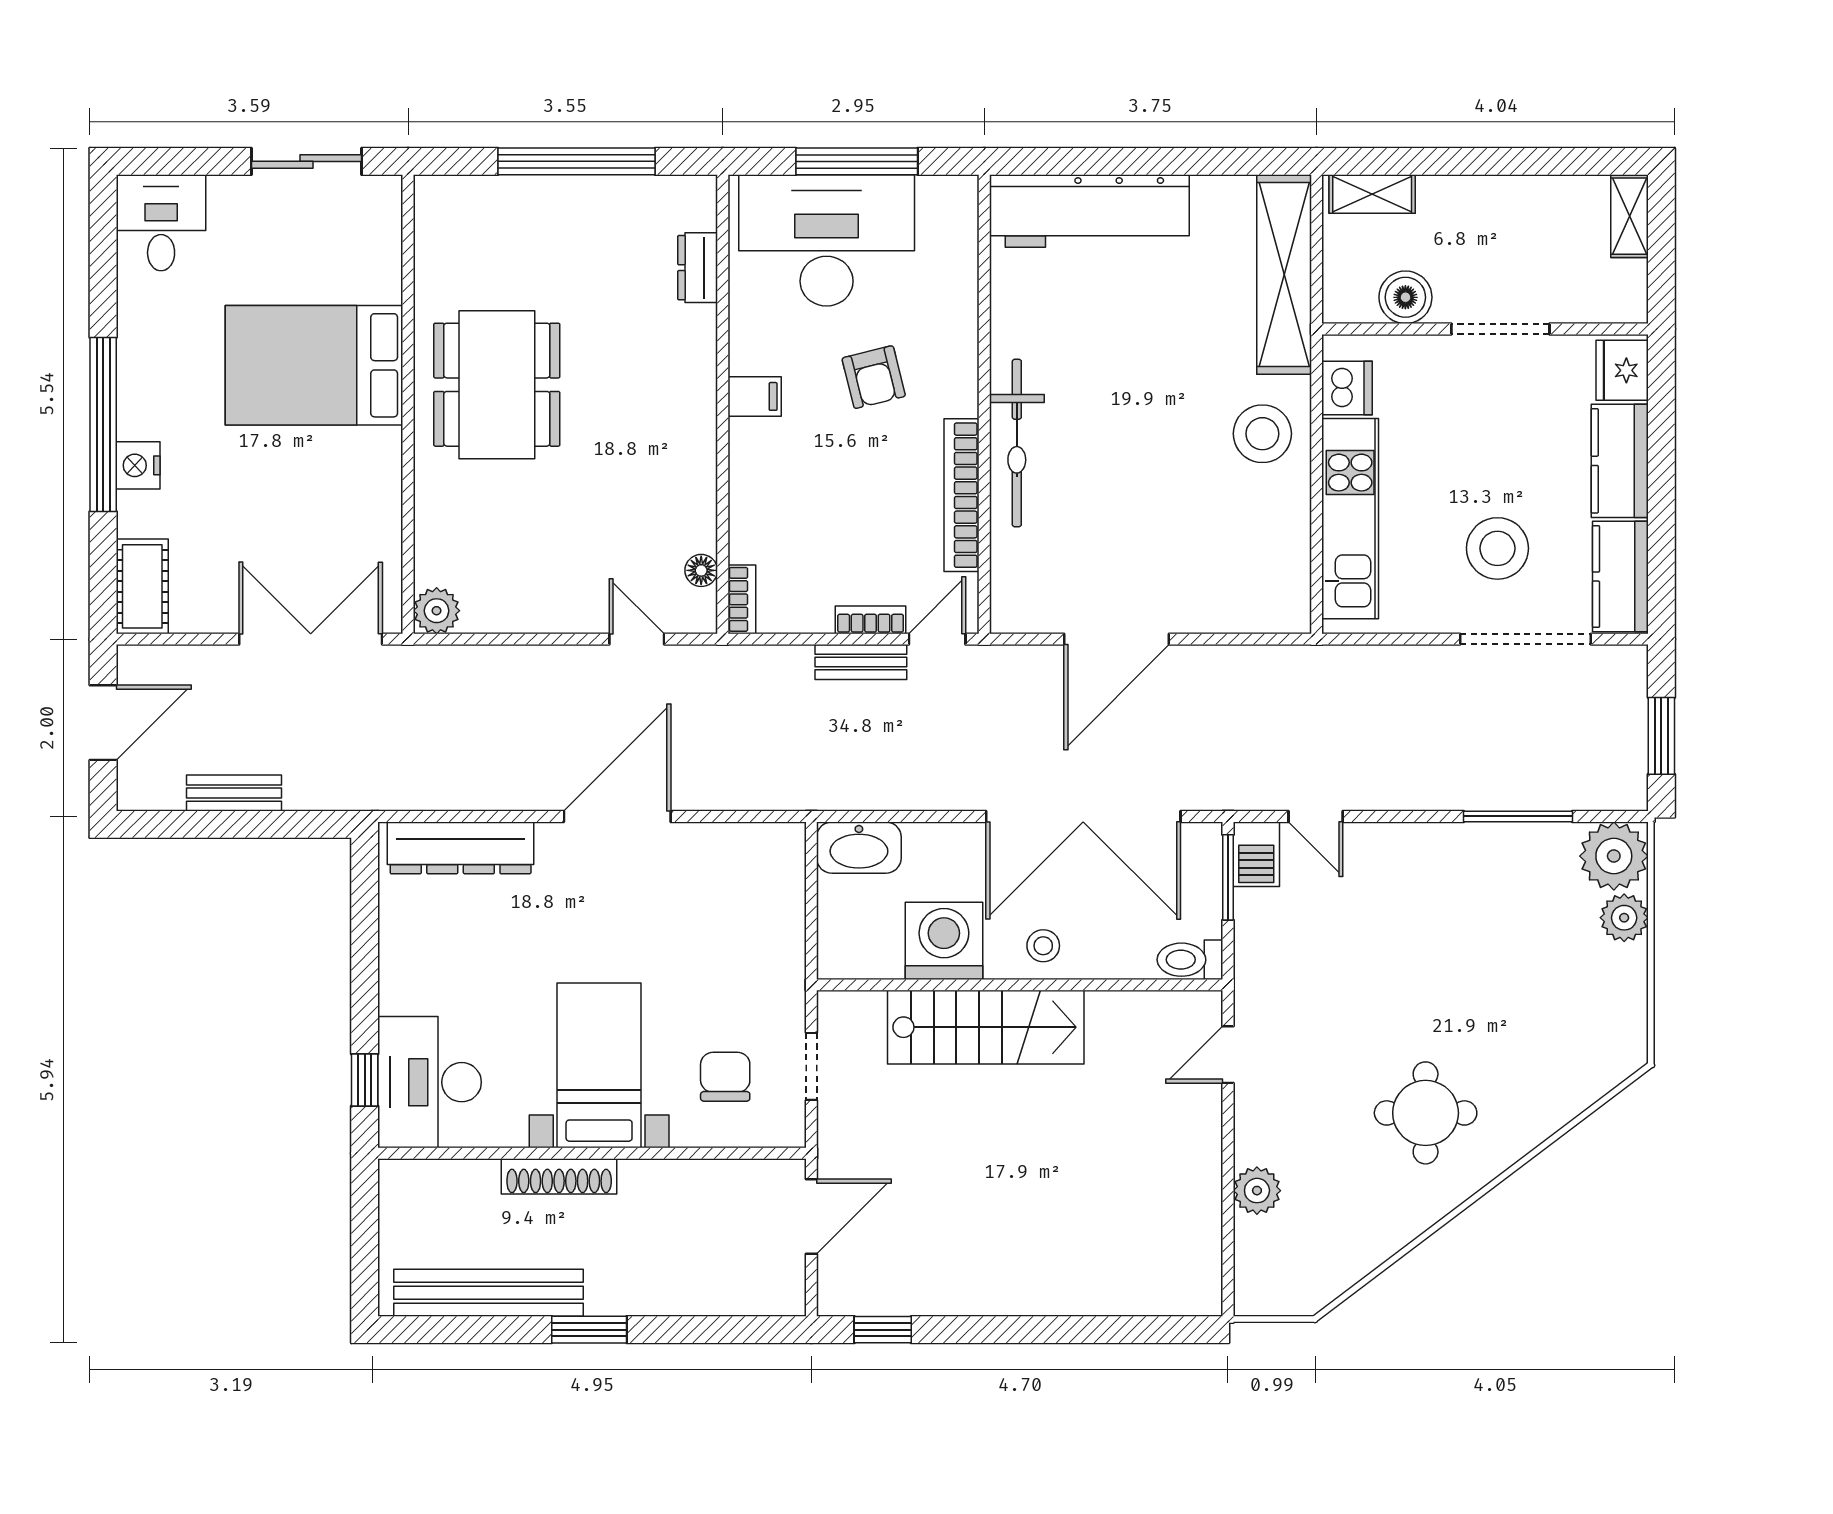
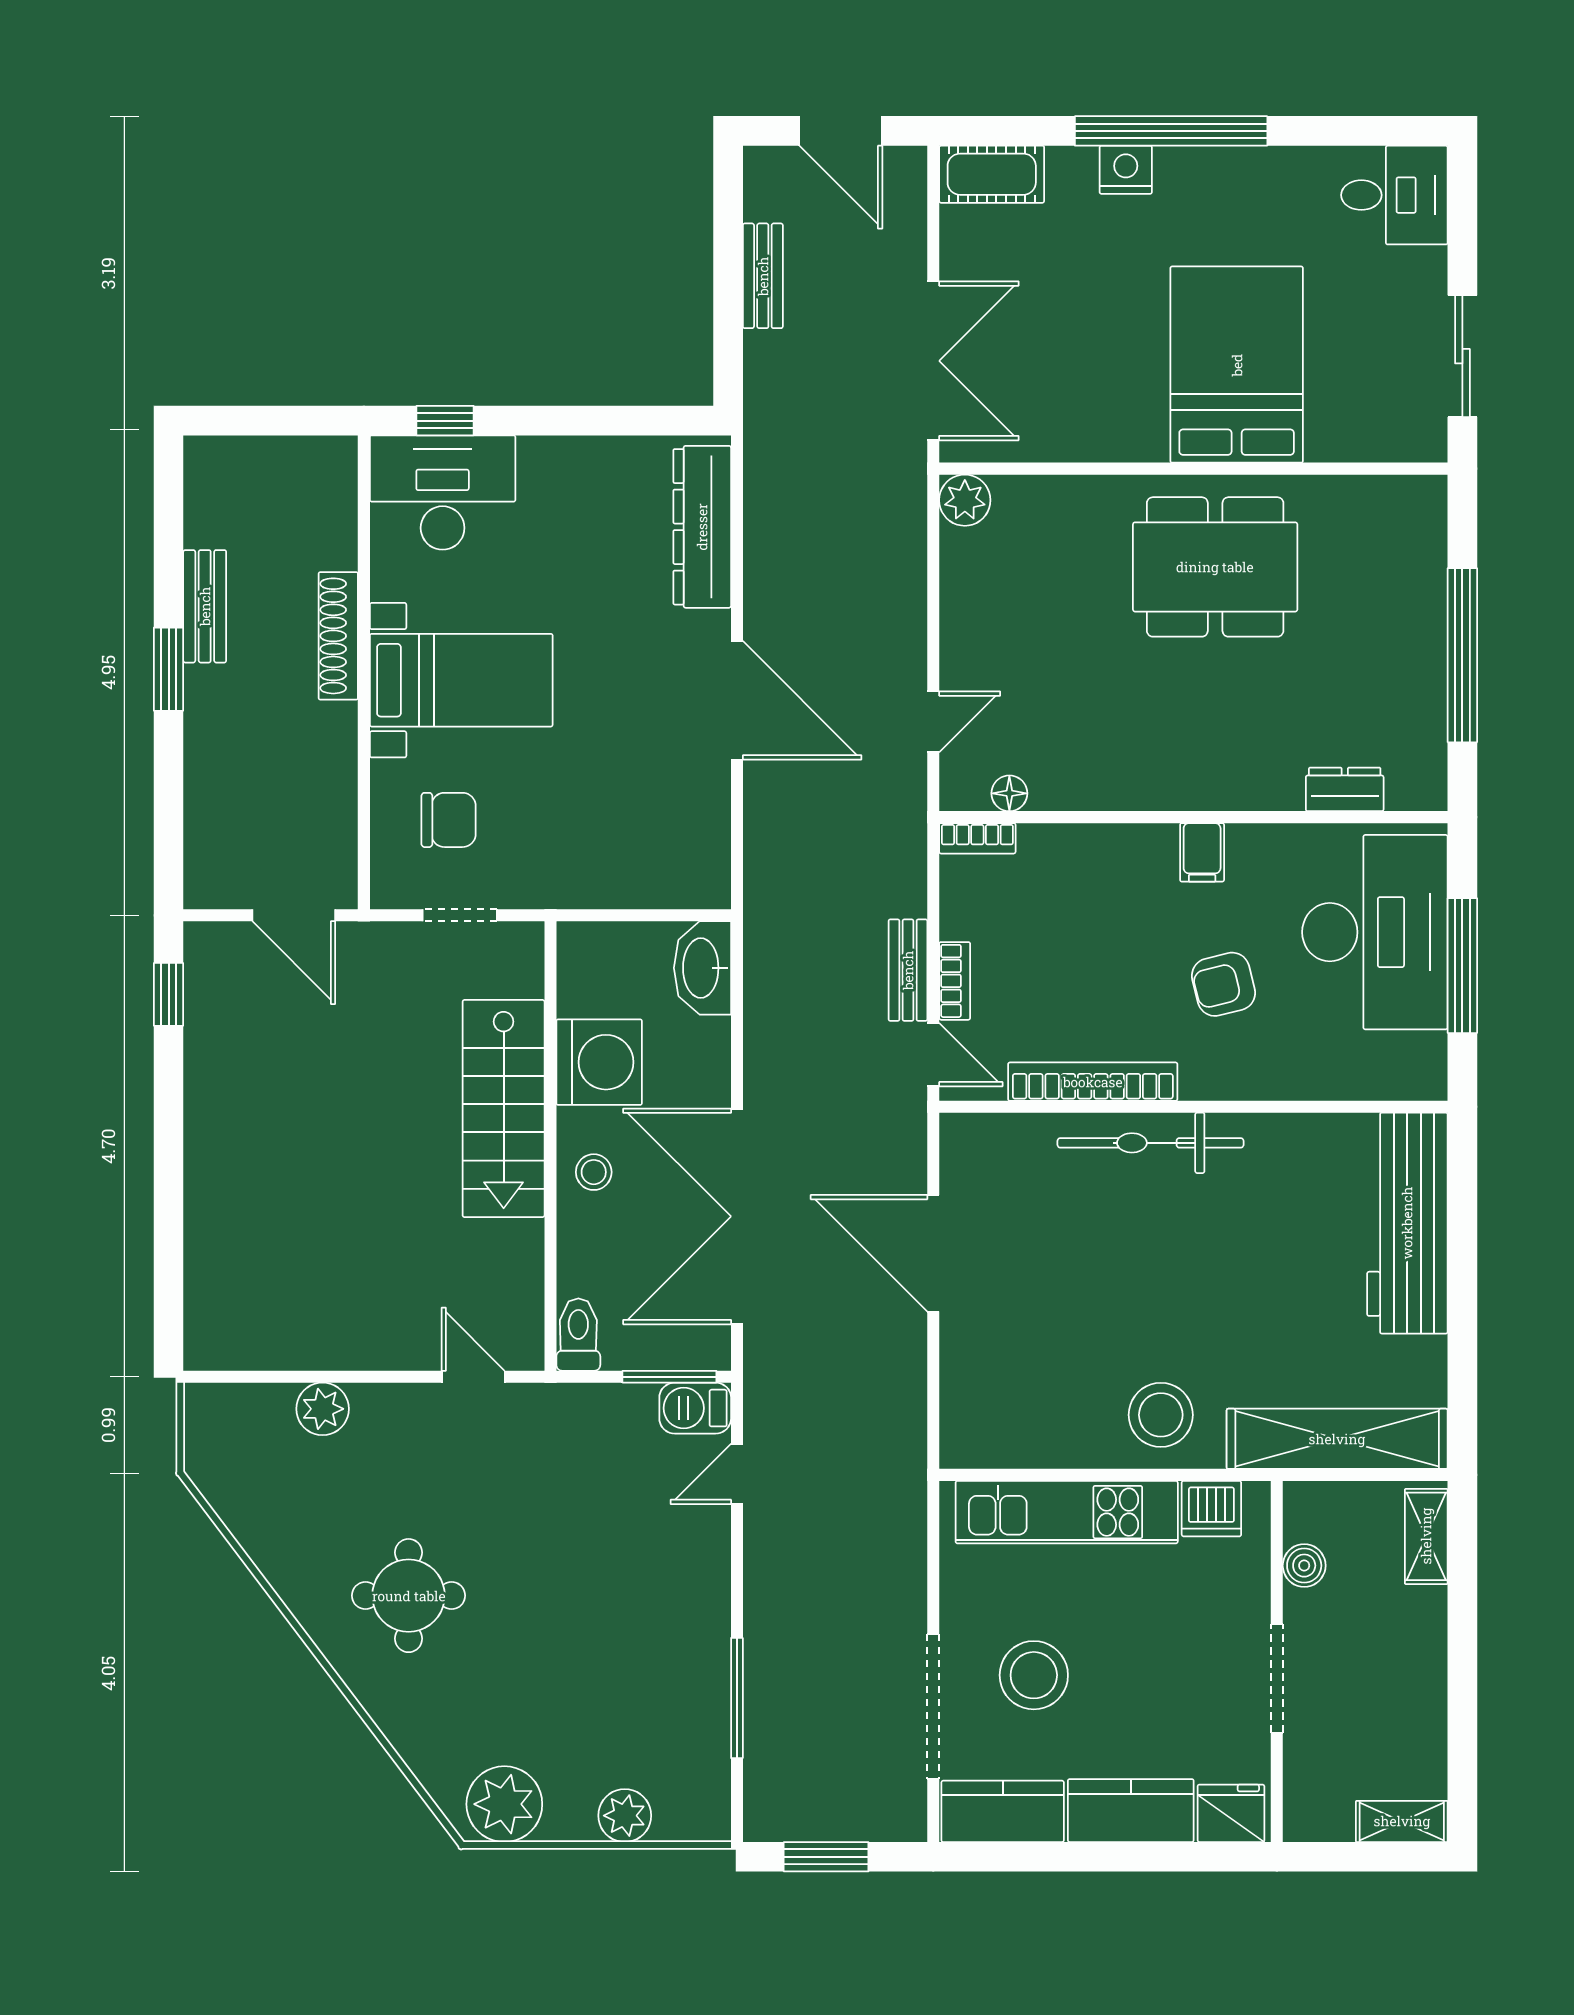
boiler: (1405, 297) -> (1304, 1566), width x0.73, depth x0.73
plant: (1614, 856) -> (504, 1804), moved
bench: (488, 1293) -> (205, 606), width x0.54, depth x0.82

